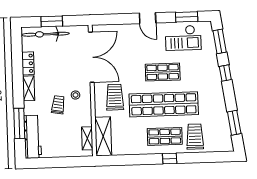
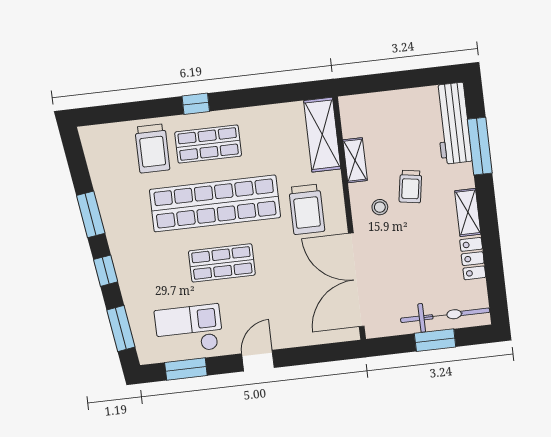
door: (148, 18) -> (258, 361), hinge flipped
window: (234, 123) -> (91, 214), moved
shelving: (87, 138) -> (355, 160), moved

